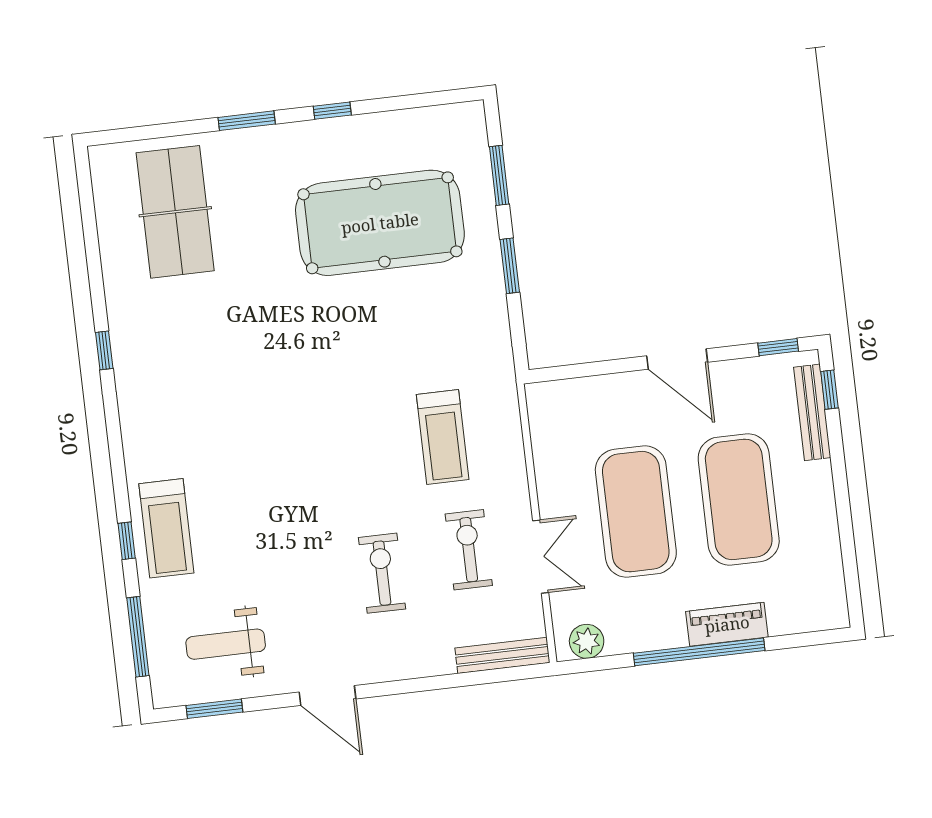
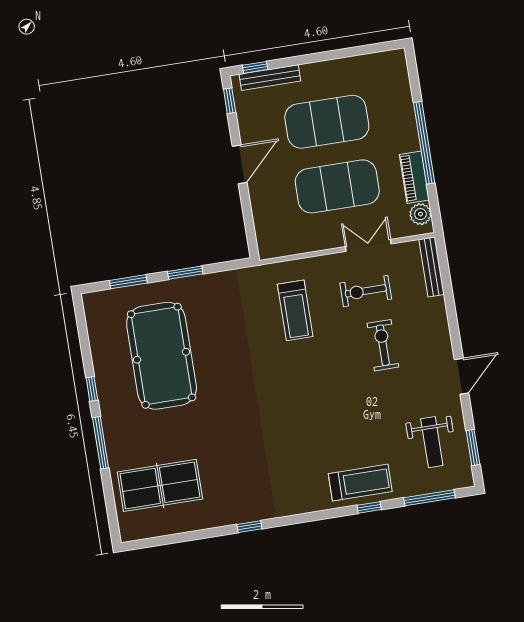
window: (247, 121) -> (101, 443), width x1.44
treadmill: (443, 437) -> (295, 310), turned 90
exercise bike: (382, 573) -> (383, 345), turned 90
piano: (727, 624) -> (414, 177), moved

